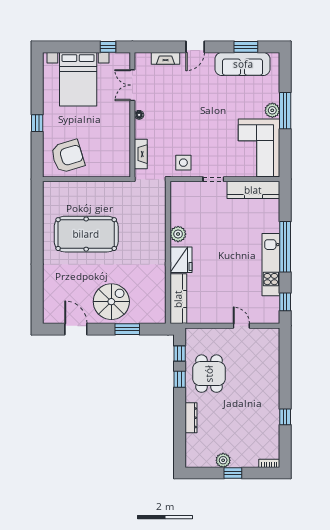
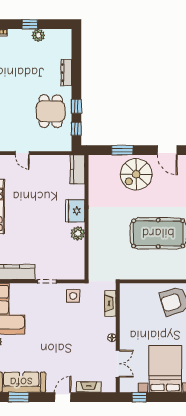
kitchen counter: (178, 299) -> (77, 169), width x0.67

